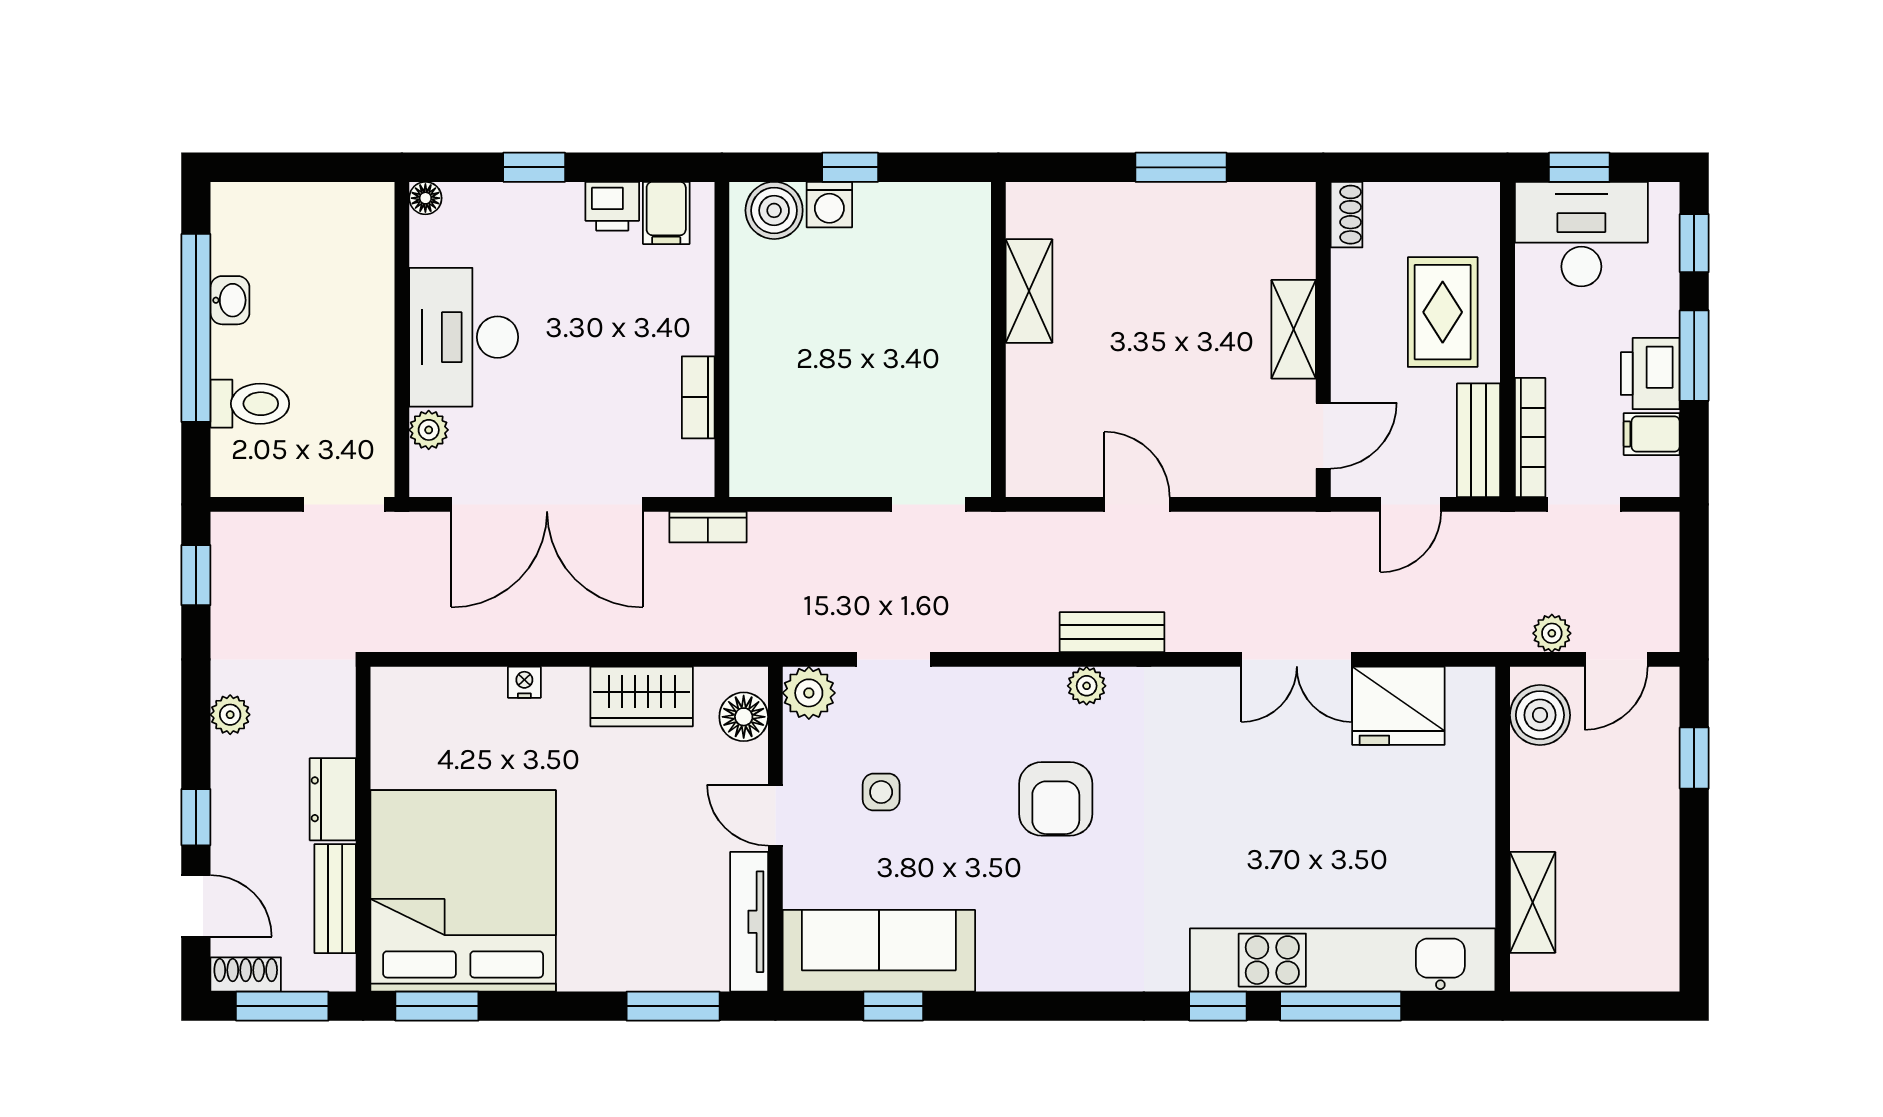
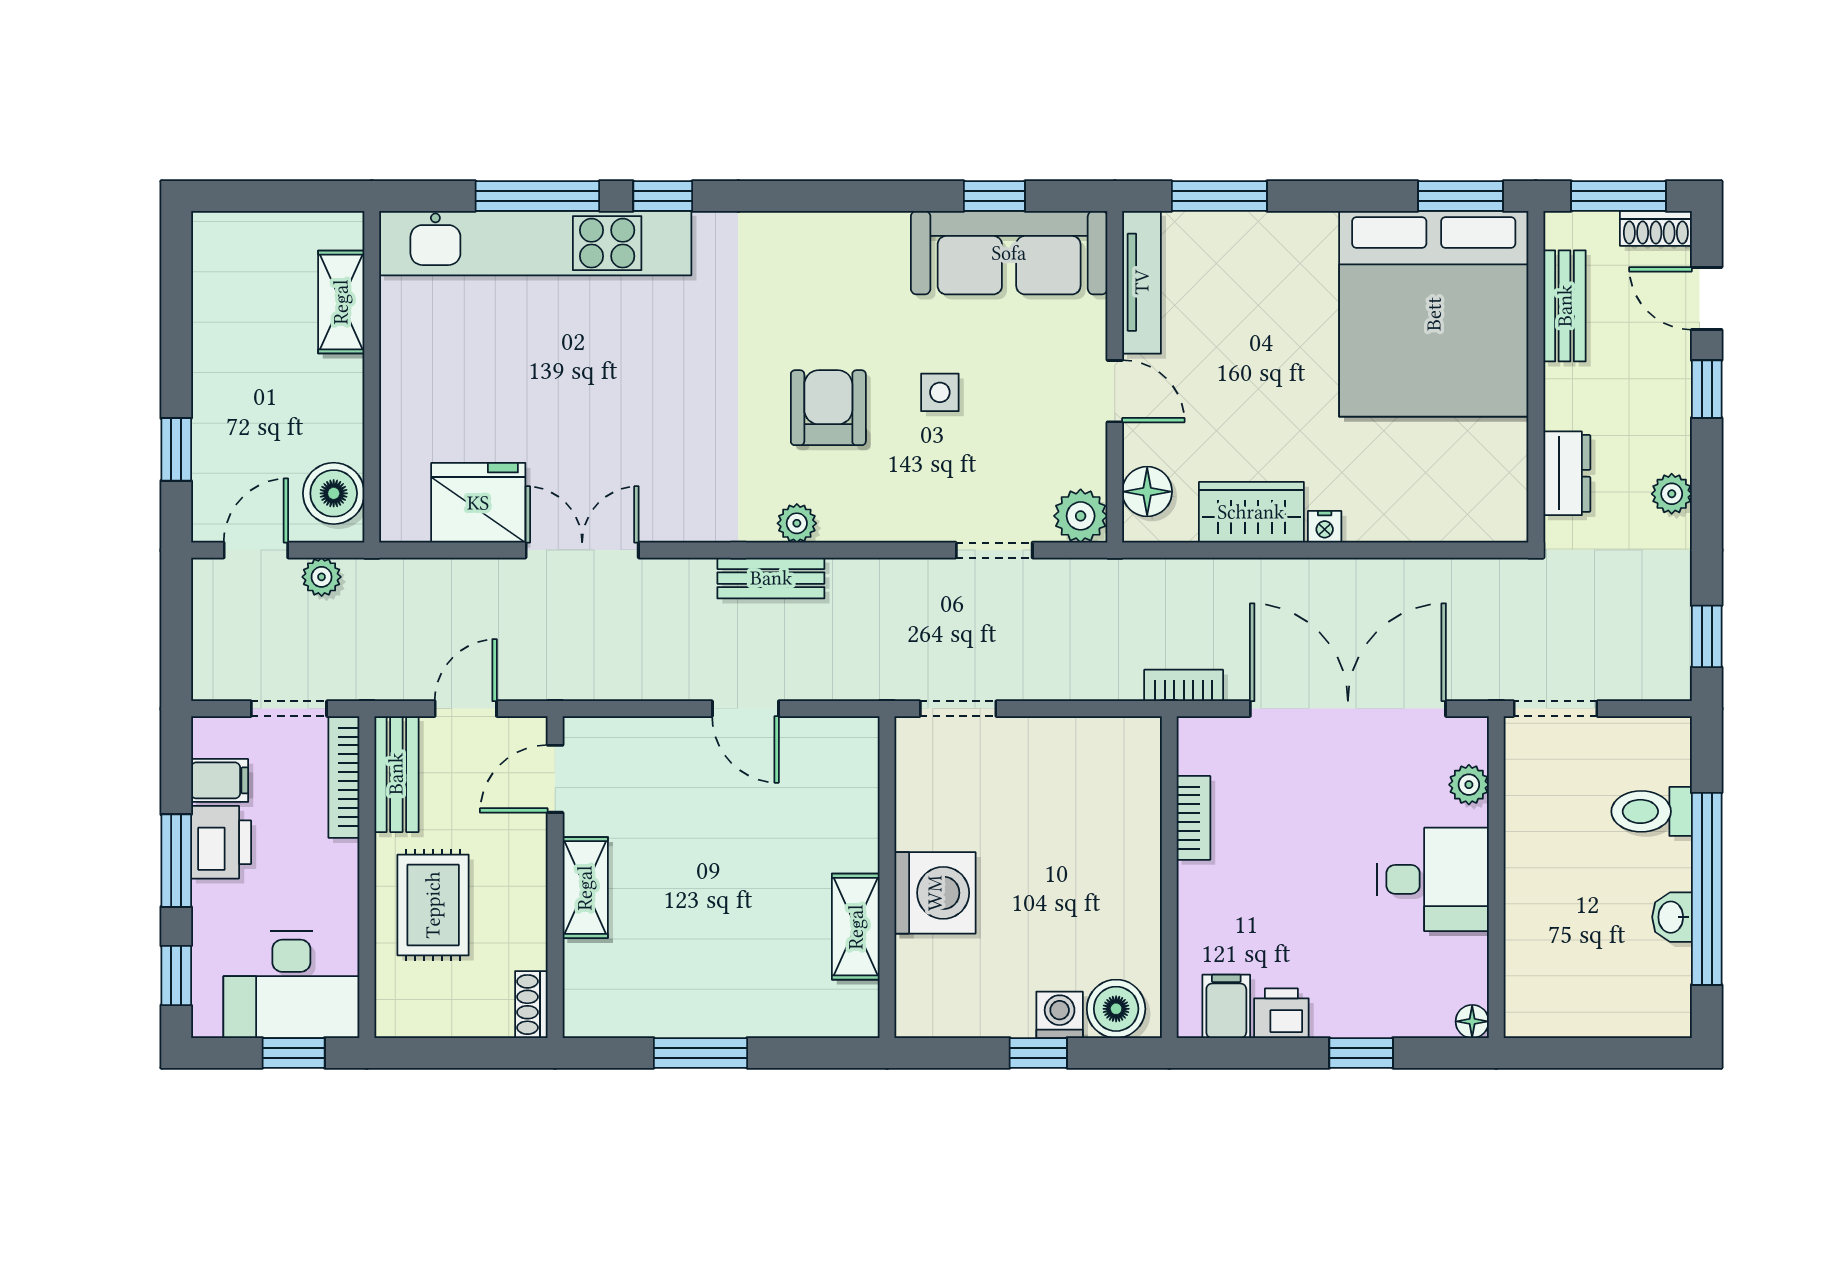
washing machine: (951, 324) -> (935, 893), added
desk: (464, 337) -> (1433, 879), width x0.73
nightstand: (524, 682) -> (1325, 527), moved
side table: (881, 792) -> (940, 392), moved
dresser: (333, 799) -> (1567, 473), moved

